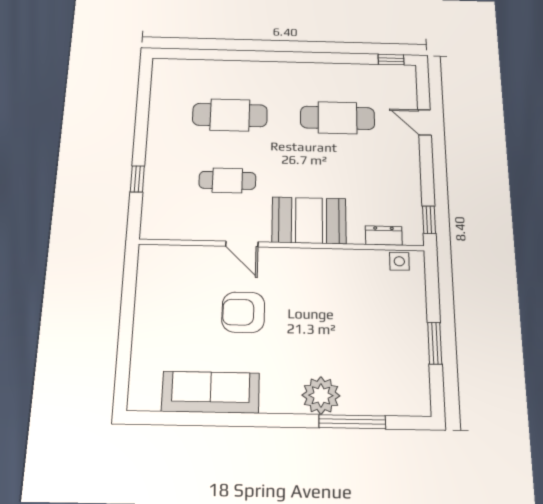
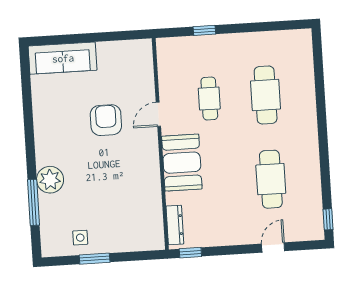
dresser: (384, 236) -> (175, 225), width x1.44
side table: (399, 261) -> (80, 238), moved
sofa: (211, 392) -> (63, 58), moved, turned 90

